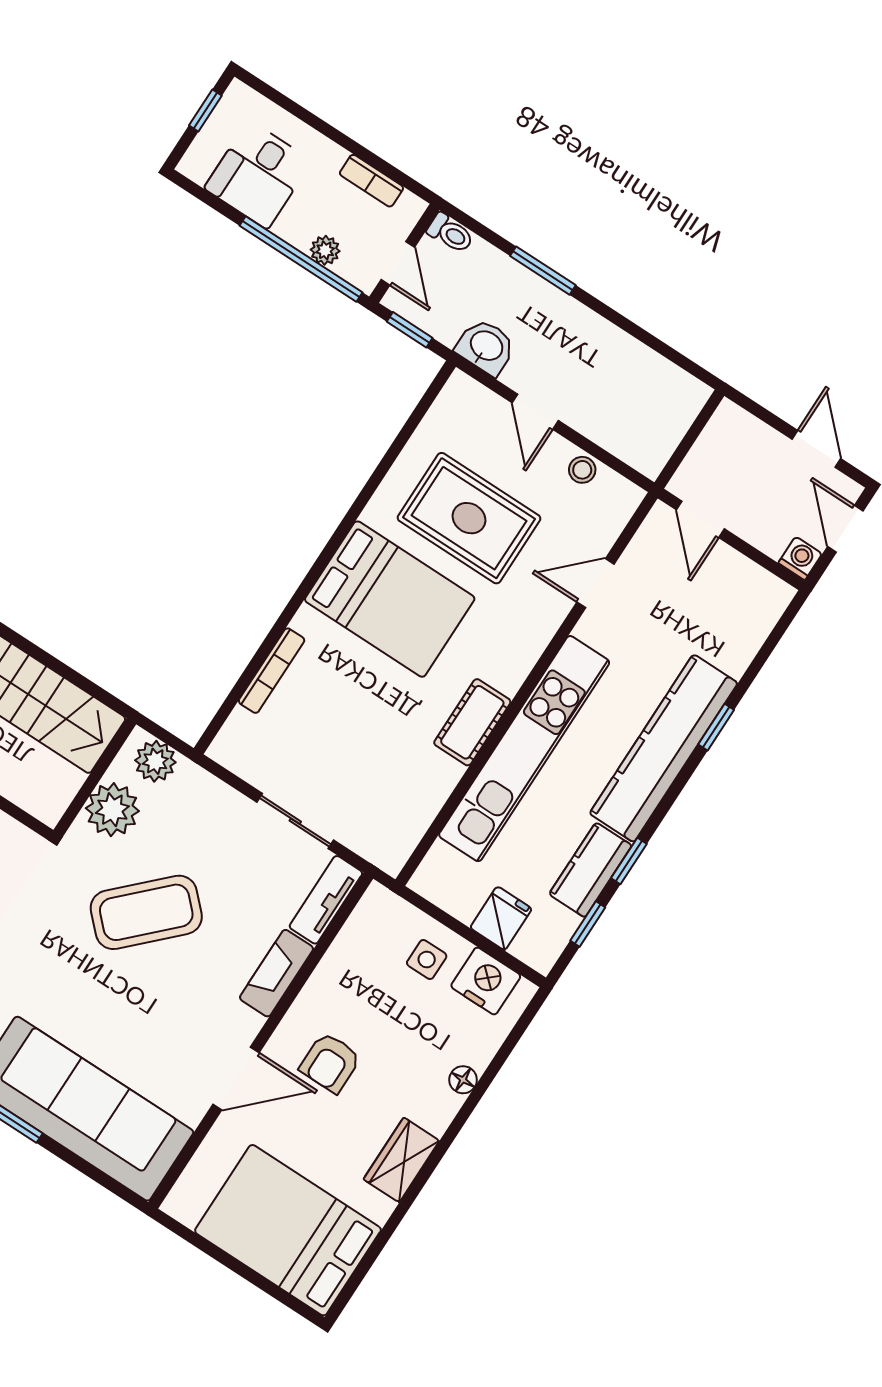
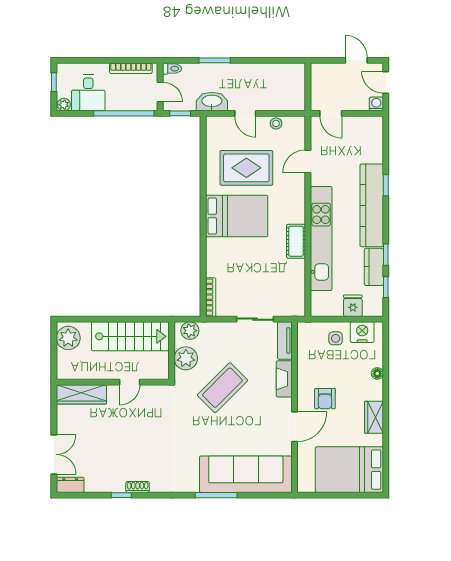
bookcase: (371, 181) -> (131, 68), width x1.56
plant: (325, 250) -> (64, 105), moved
washbasin: (486, 347) -> (212, 101), width x1.38
bookcase: (272, 671) -> (211, 297), moved

